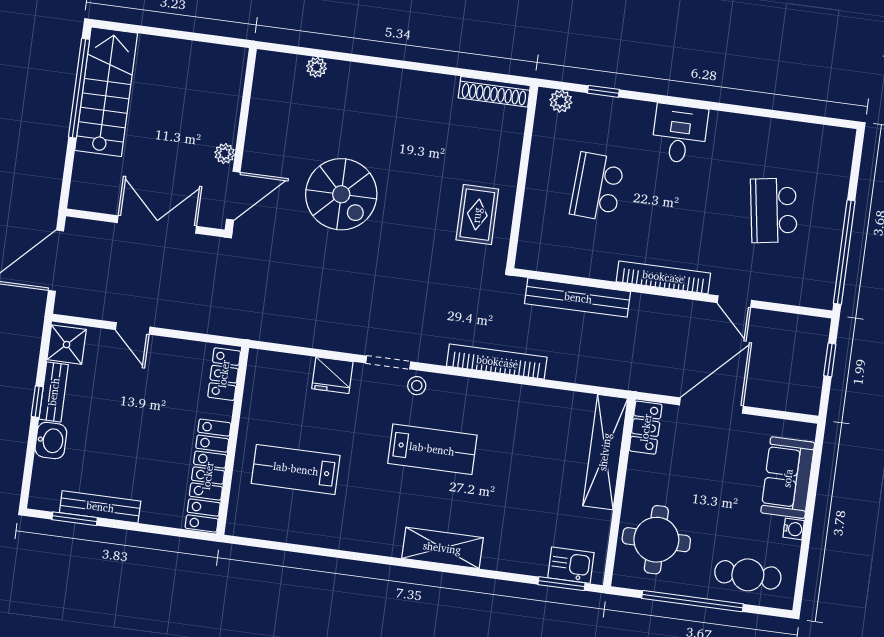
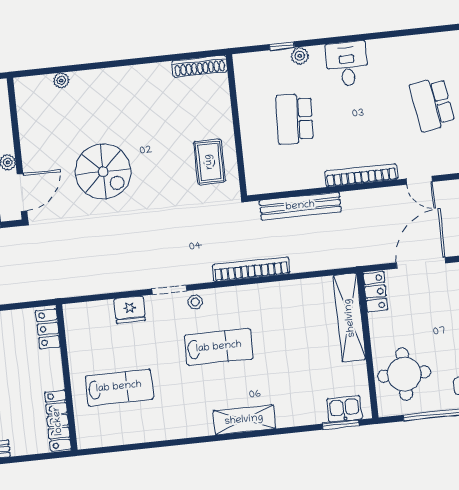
plant: (561, 101) -> (300, 56), moved
lab bench: (296, 469) -> (119, 387), turned 180
locker: (208, 476) -> (58, 421), width x0.71, depth x0.83

